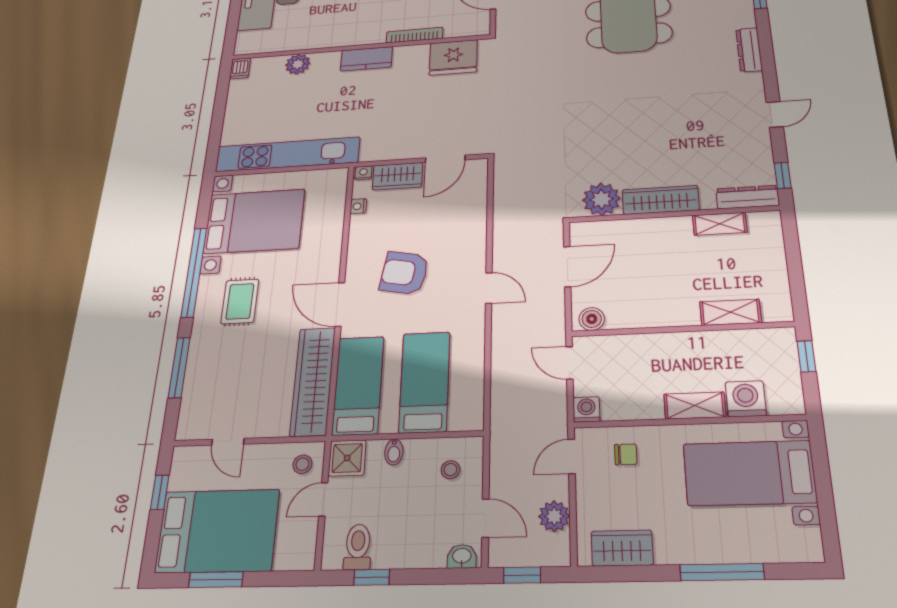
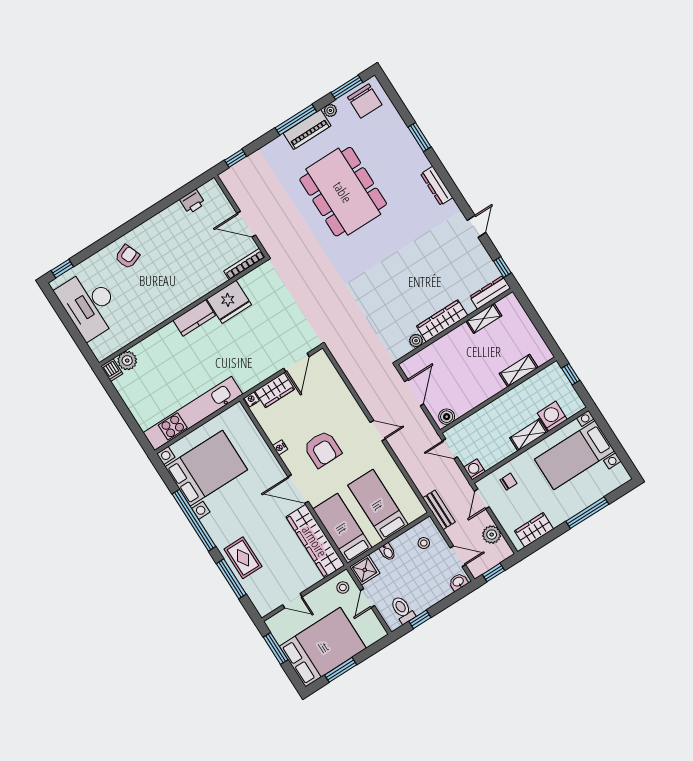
bookcase: (415, 35) -> (244, 264), moved
fridge: (453, 57) -> (229, 302), moved
plant: (298, 64) -> (127, 361), moved
plant: (601, 199) -> (416, 341), width x0.53, depth x0.53
nightstand: (358, 206) -> (280, 447), moved
armchair: (404, 273) -> (322, 449), turned -100
rug: (240, 301) -> (243, 558), moved
bench: (501, 436) -> (439, 510), added
window: (160, 492) -> (276, 648), width x1.50

